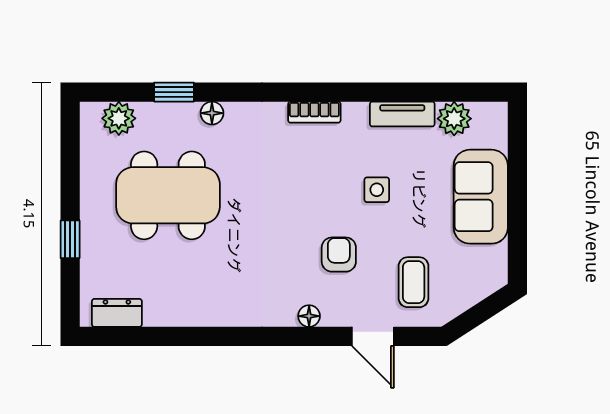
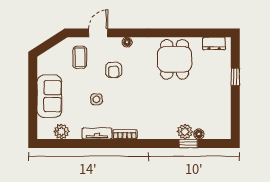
floor lamp: (212, 113) -> (199, 134), moved
tv unit: (402, 114) -> (97, 134), moved
plant: (119, 118) -> (185, 132), moved
dining table: (168, 195) -> (175, 59), moved, width x0.73
door: (373, 336) -> (98, 33), hinge flipped

